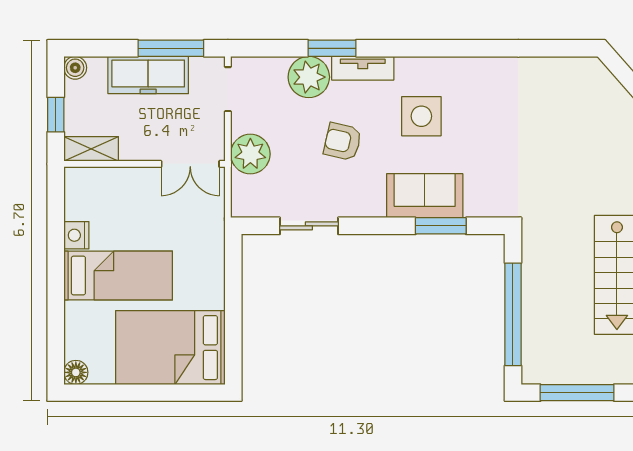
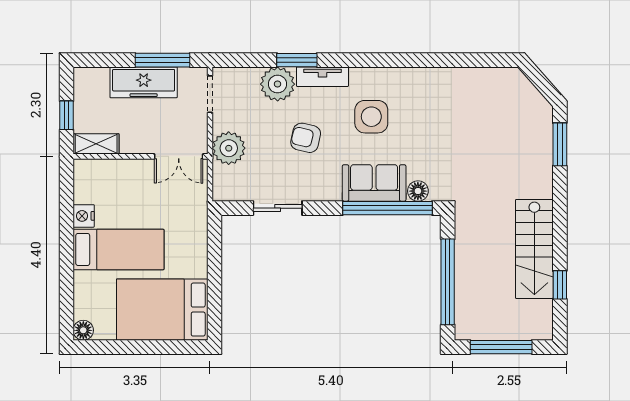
boiler: (75, 68) -> (83, 76), removed
floor lamp: (477, 205) -> (418, 191), added
window: (441, 226) -> (387, 208), width x2.11

